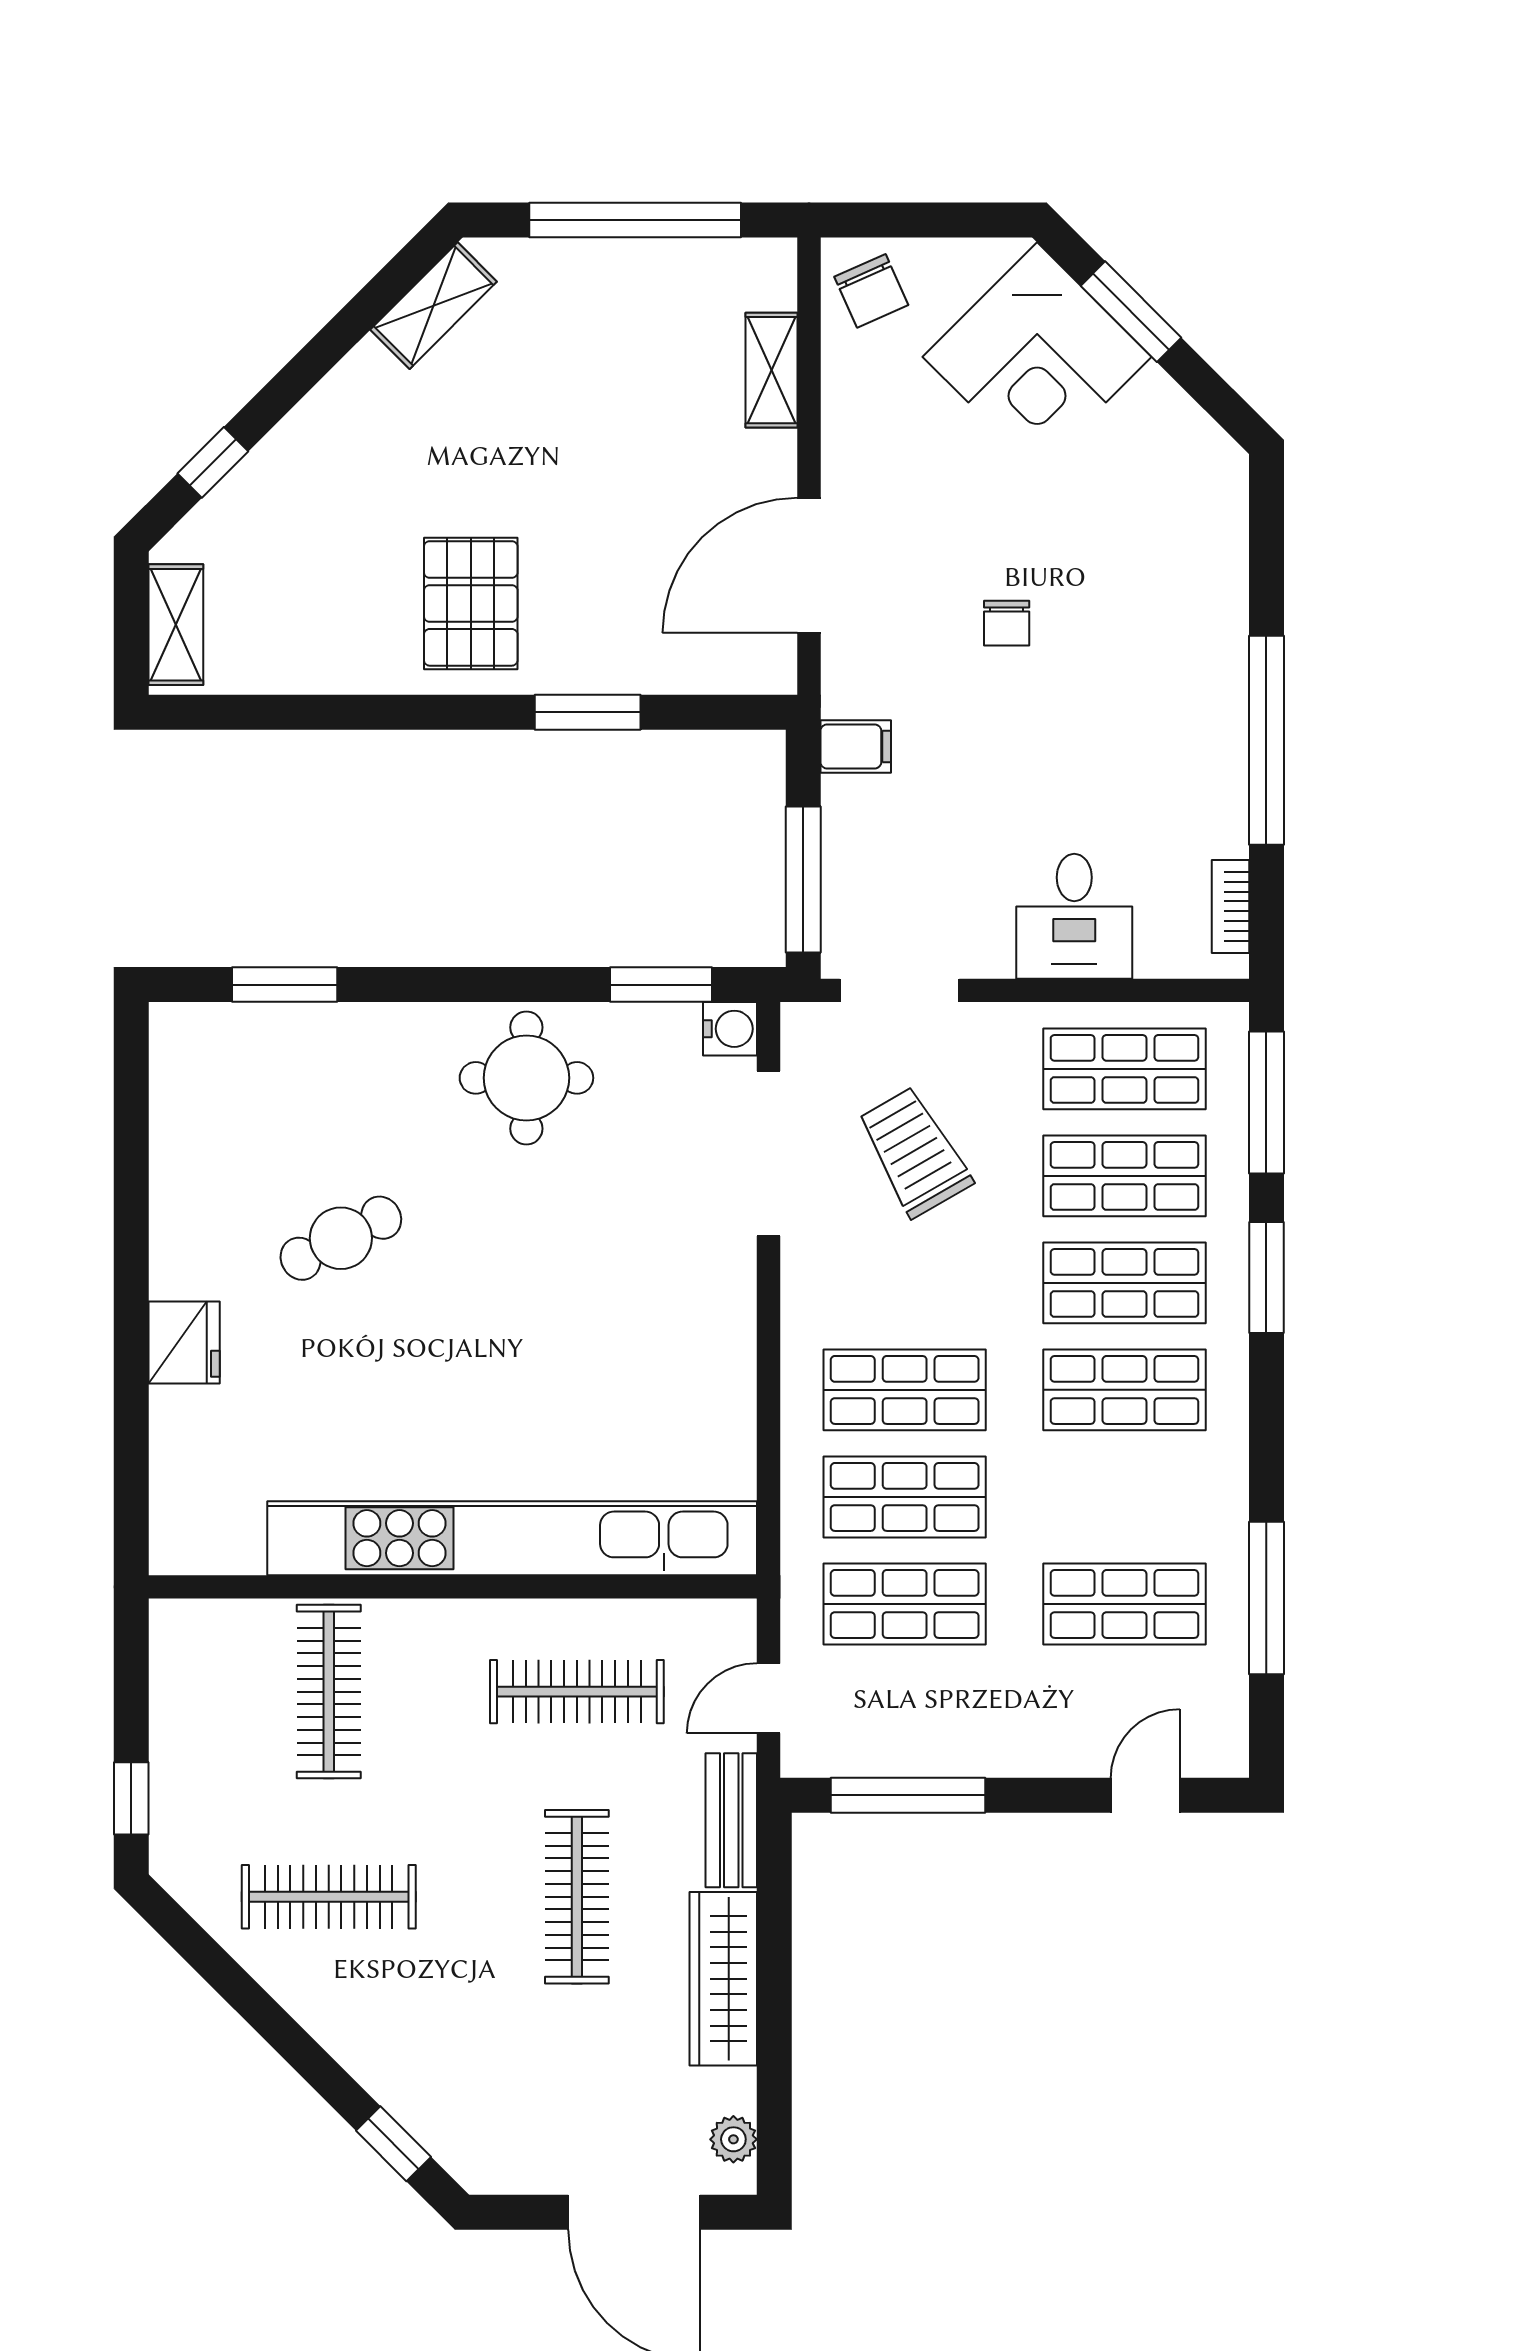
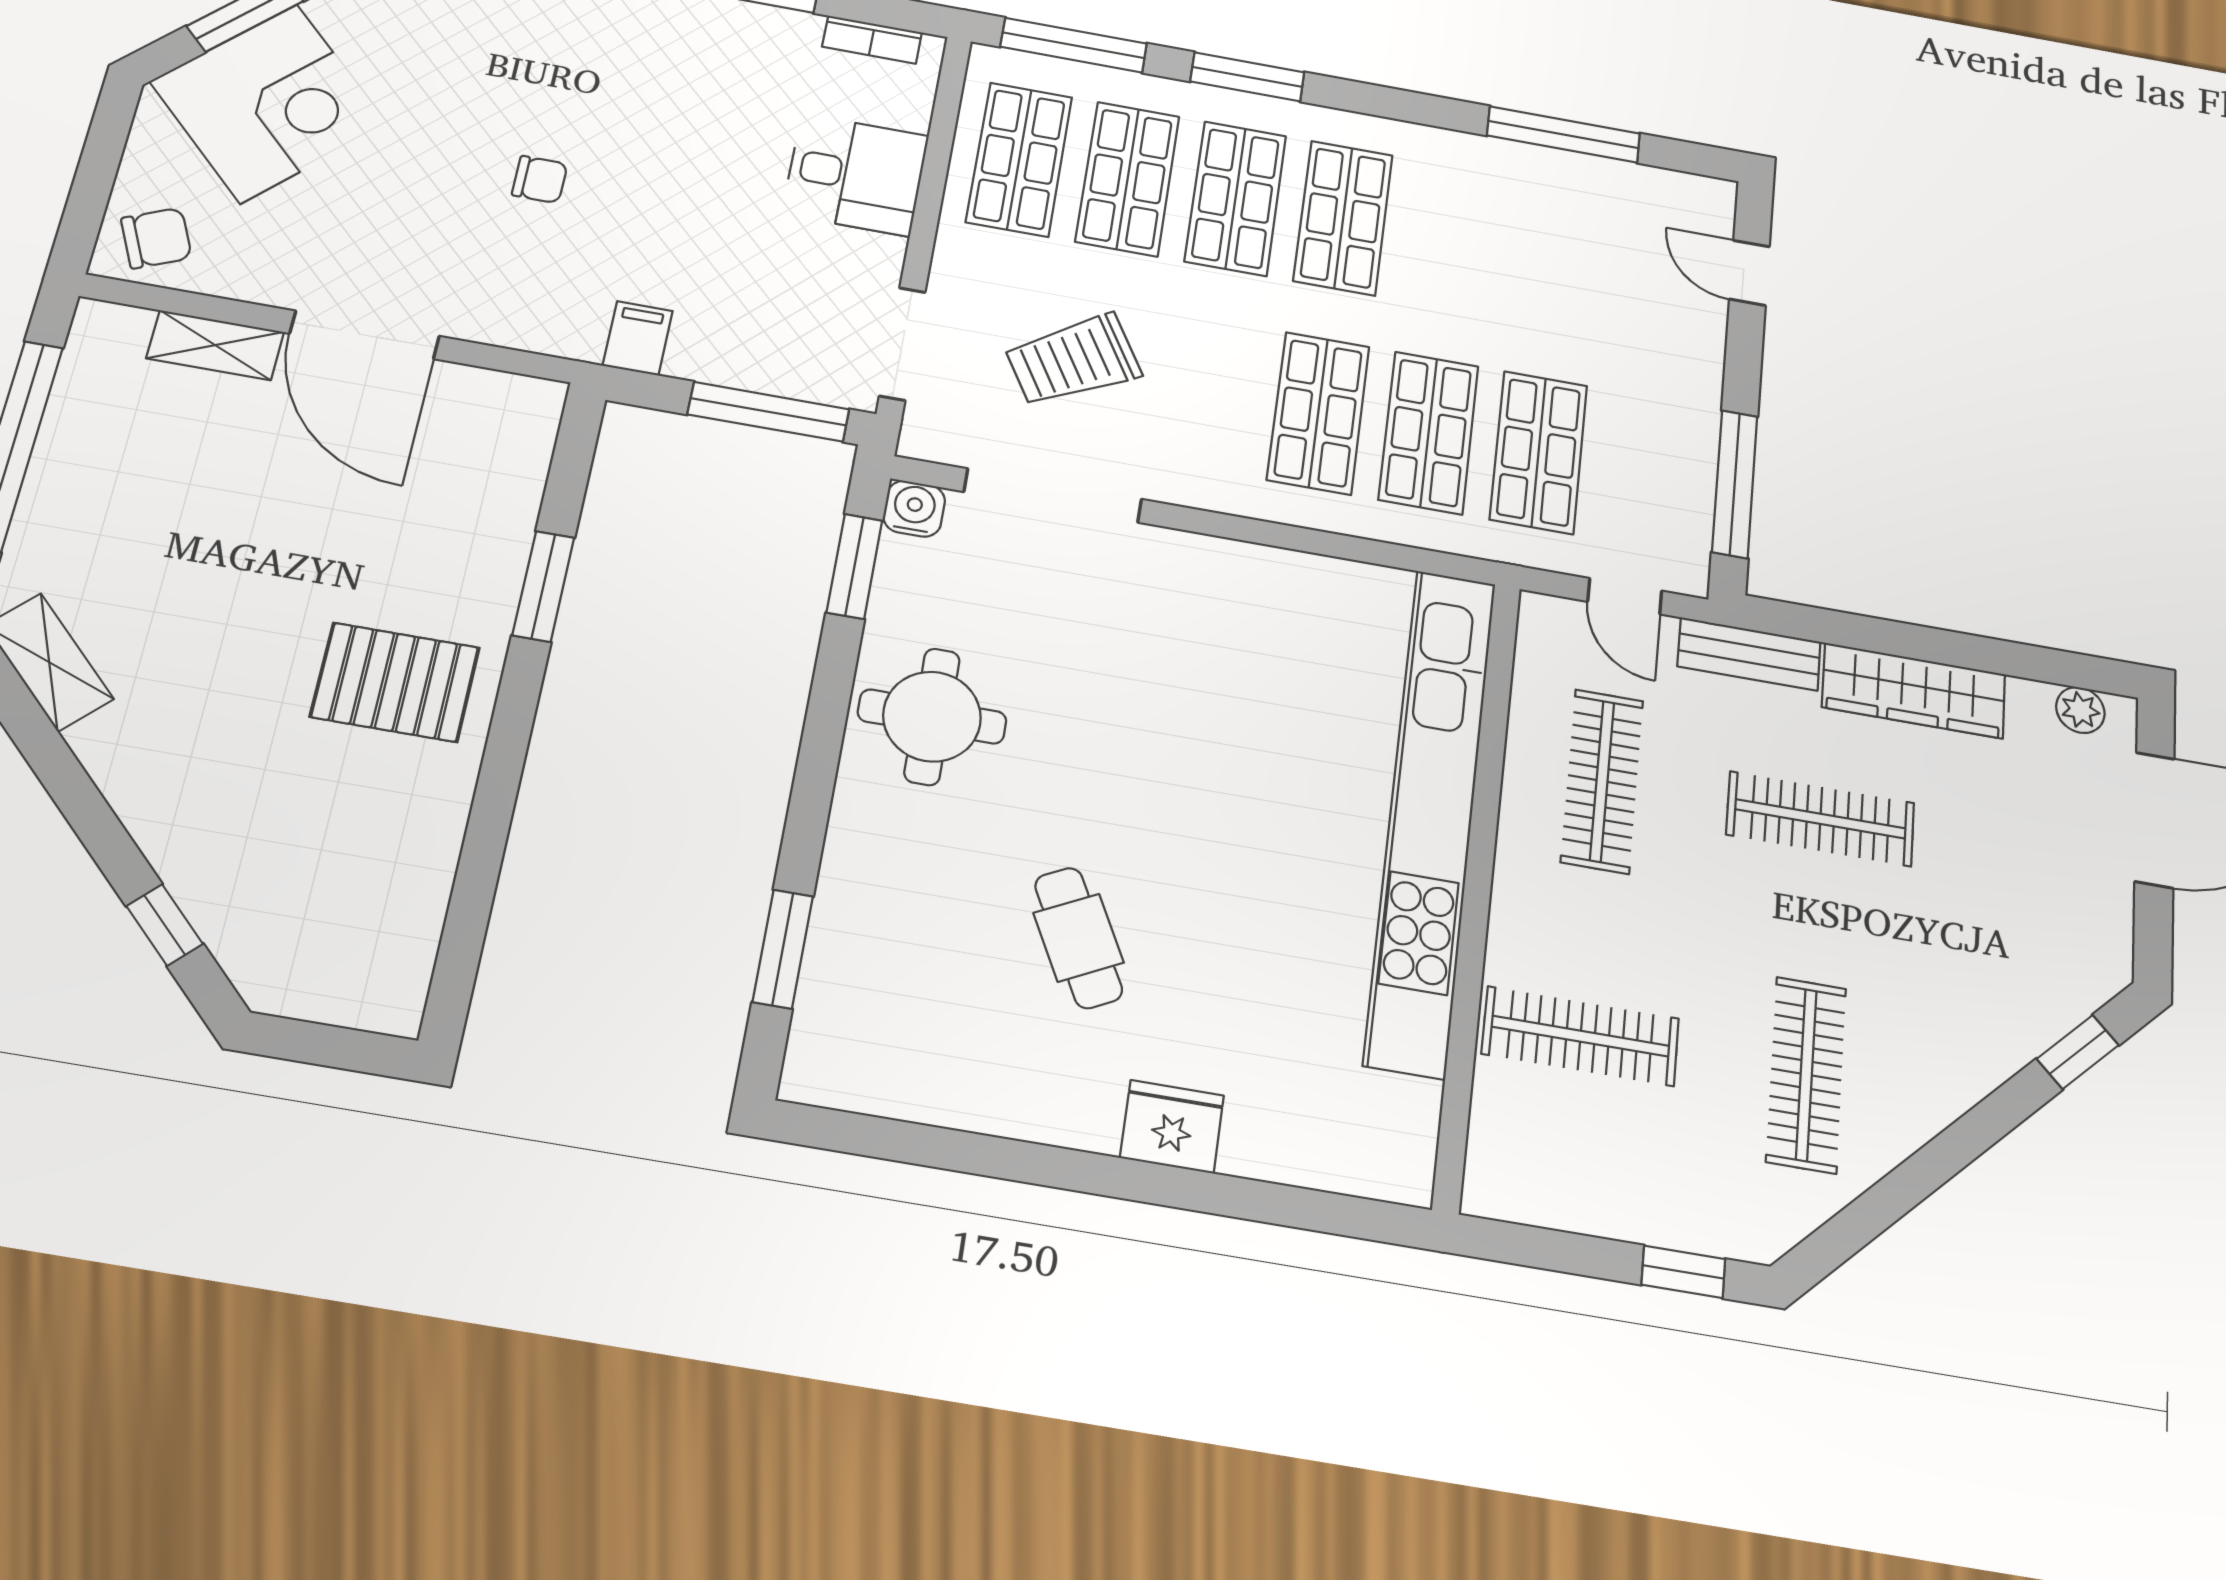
door: (809, 565) -> (365, 335), moved
shelving: (176, 625) -> (344, 997), removed
shop shelf: (1124, 1604) -> (1558, 256), removed

